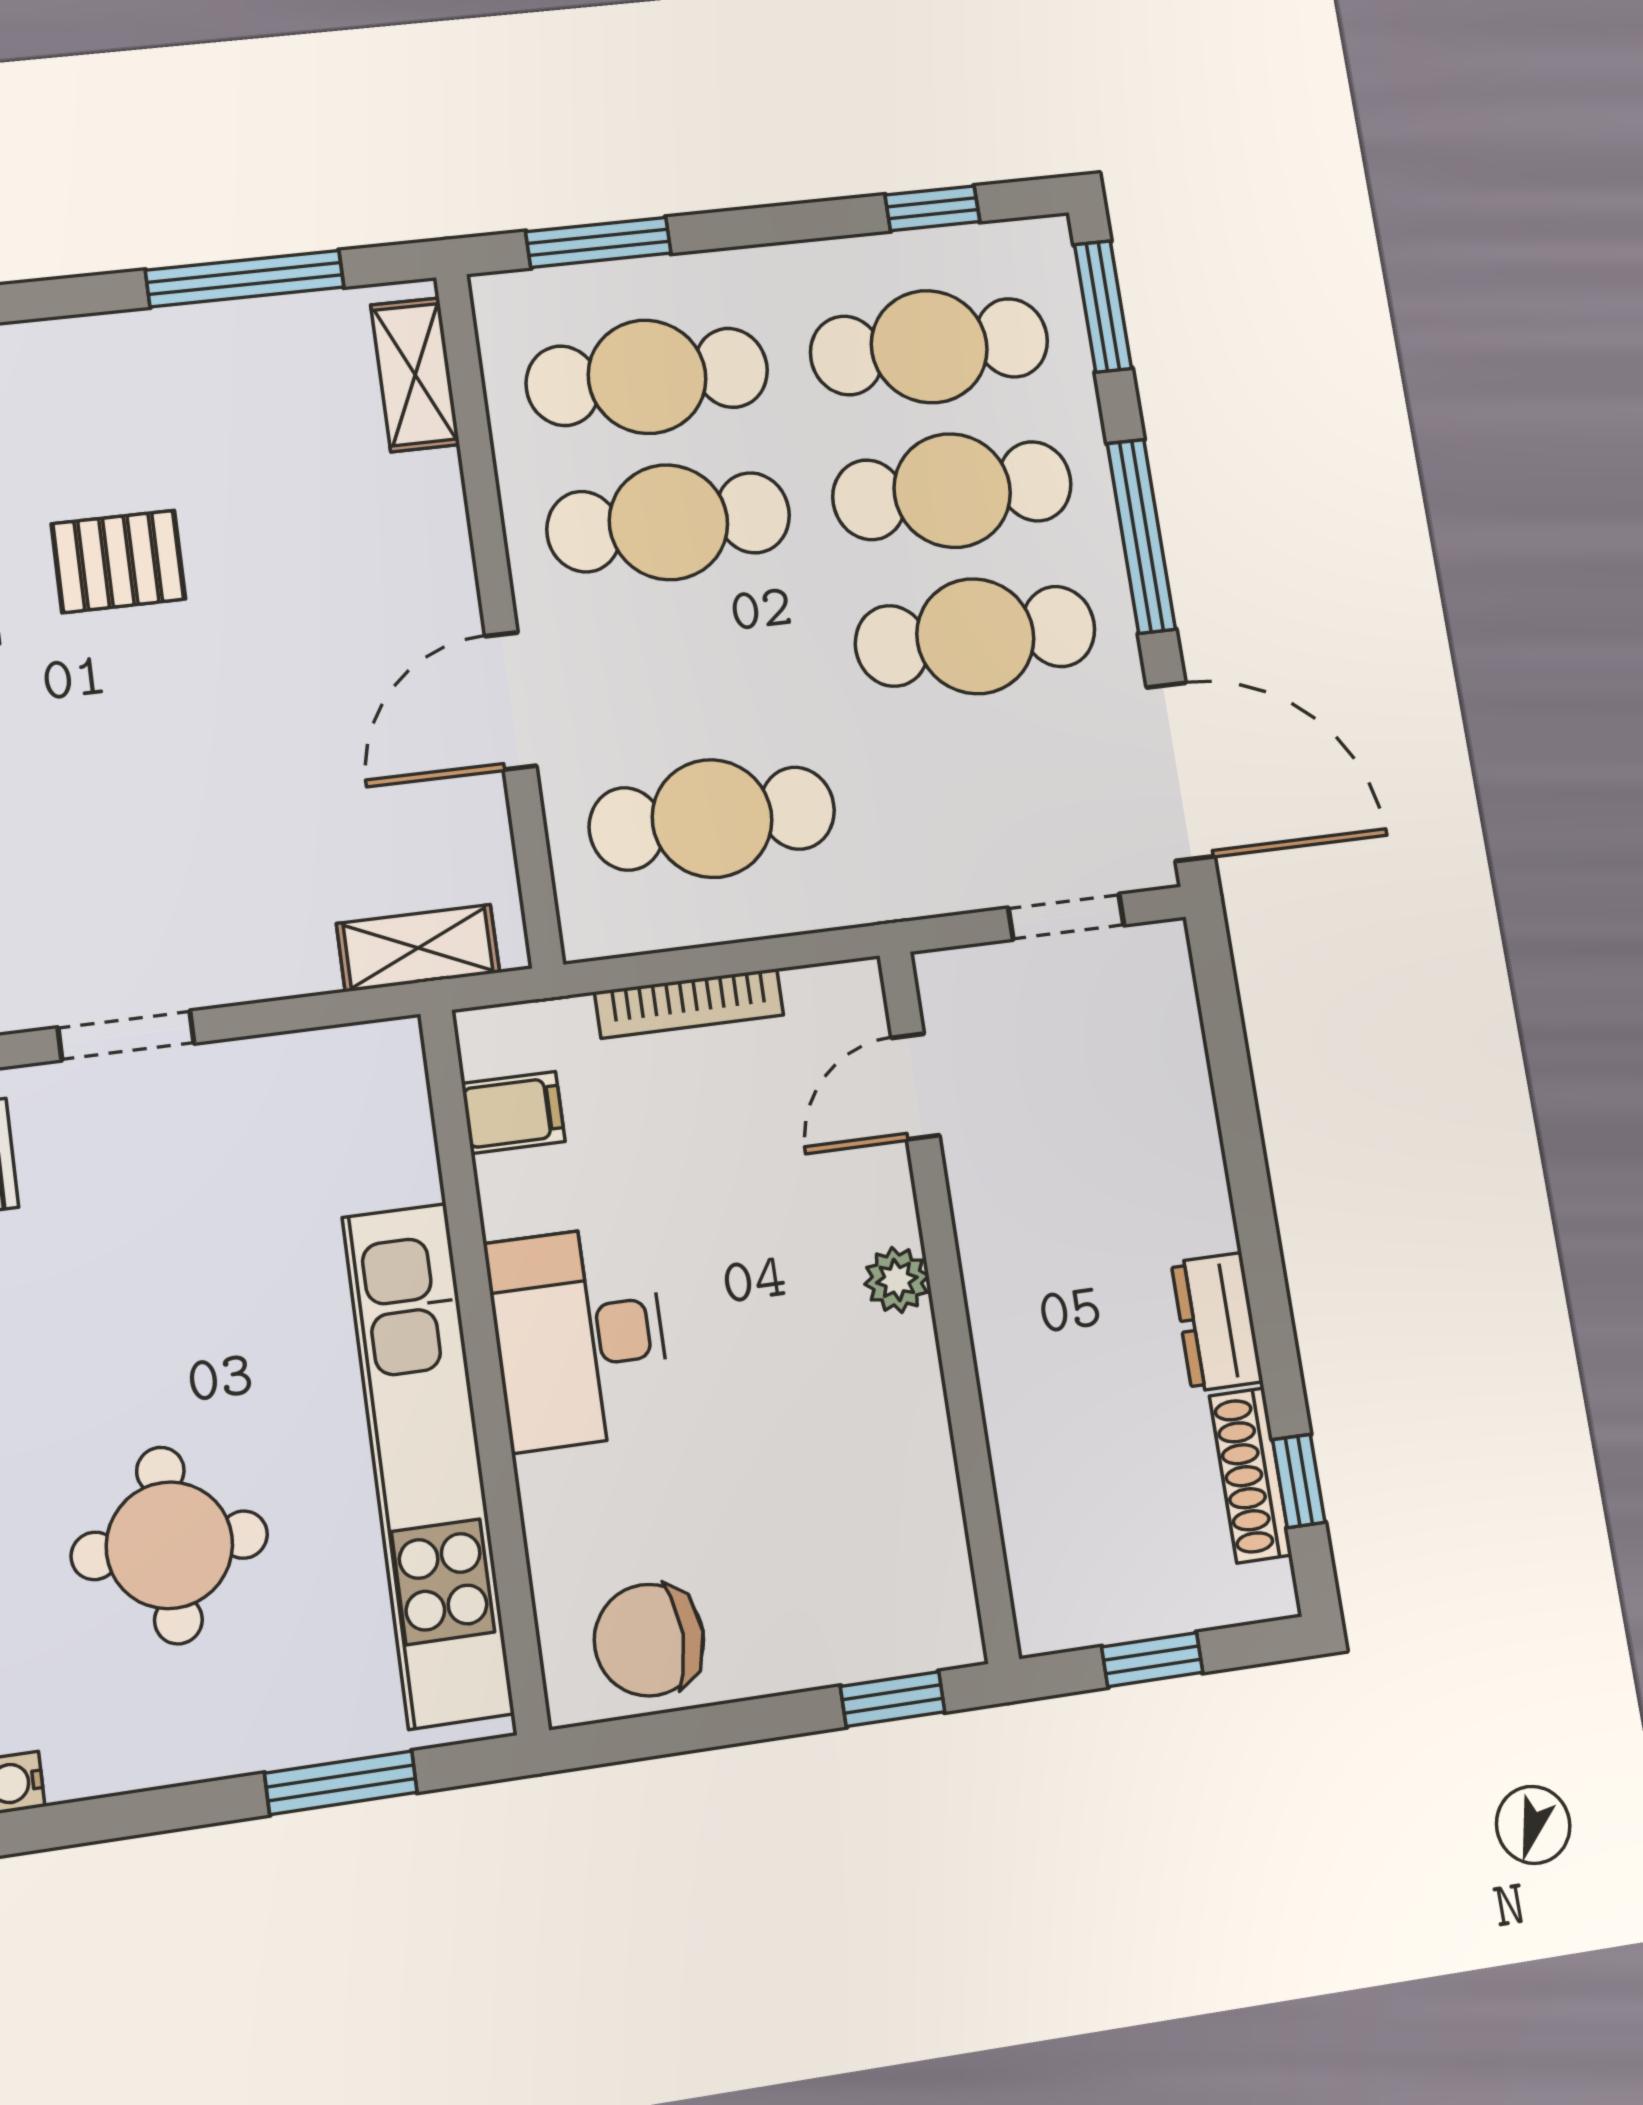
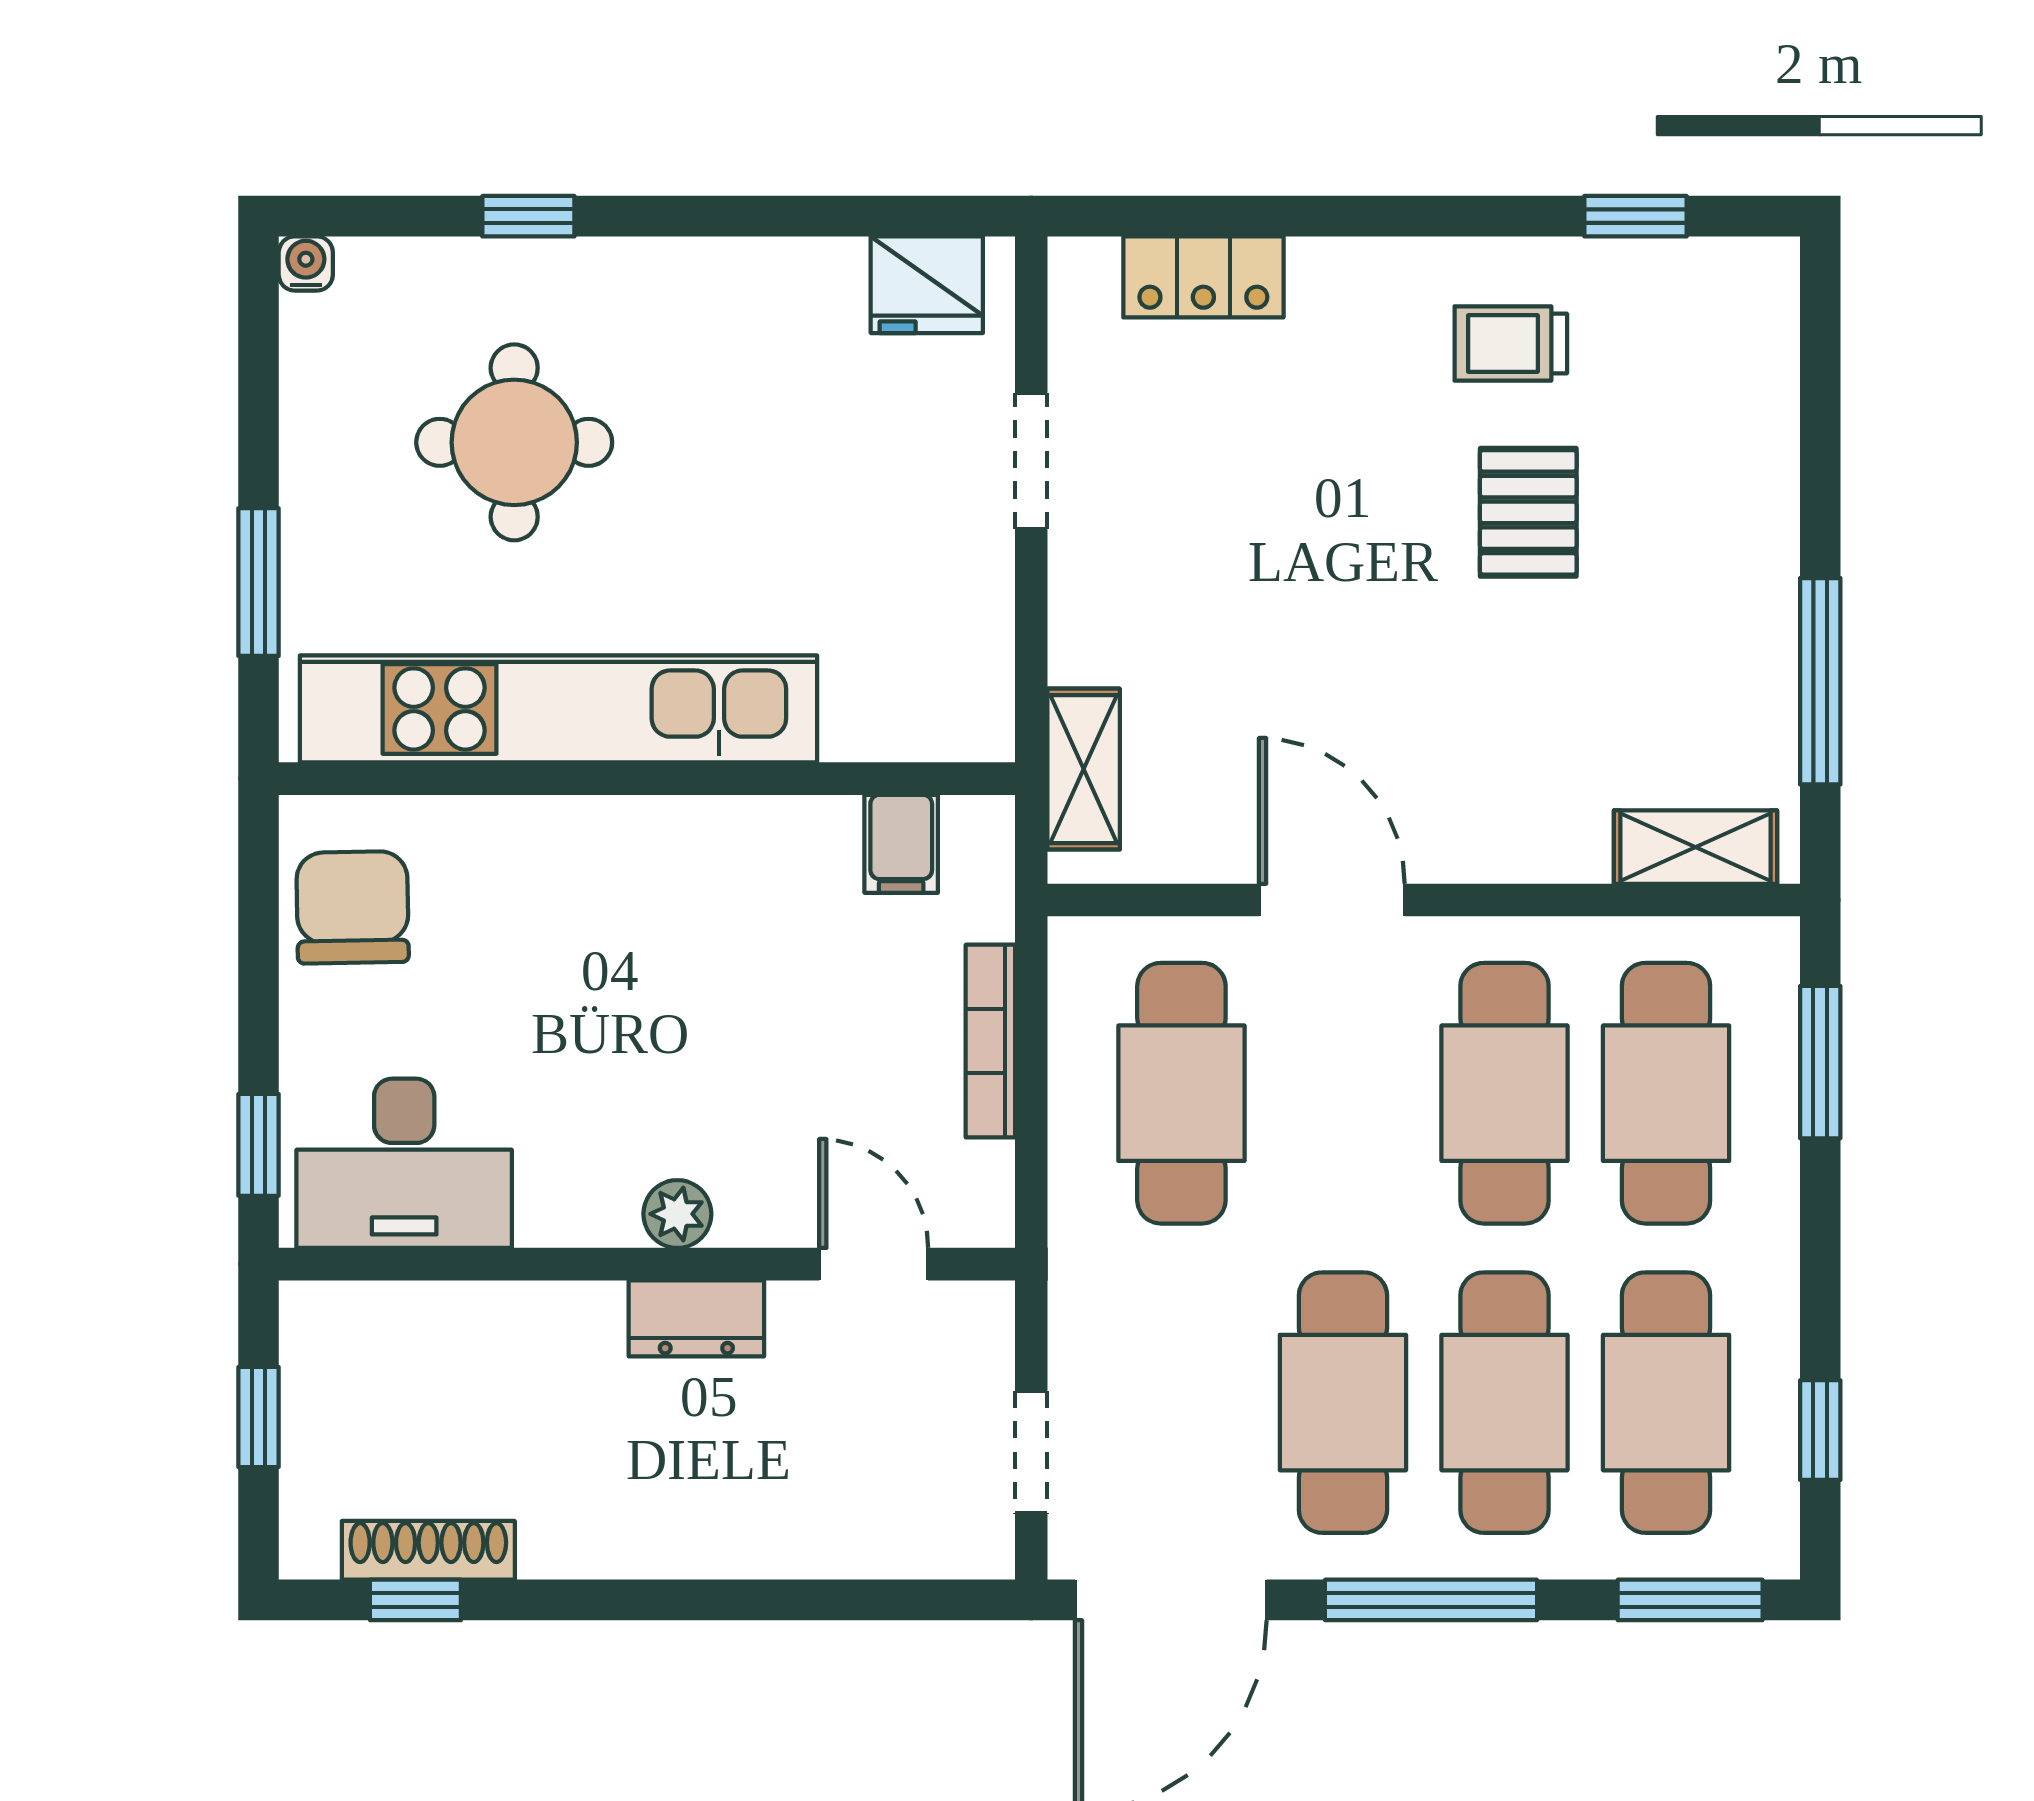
dresser: (1217, 1322) -> (696, 1318), moved, turned 180
desk: (579, 1337) -> (404, 1163), moved, turned 180

